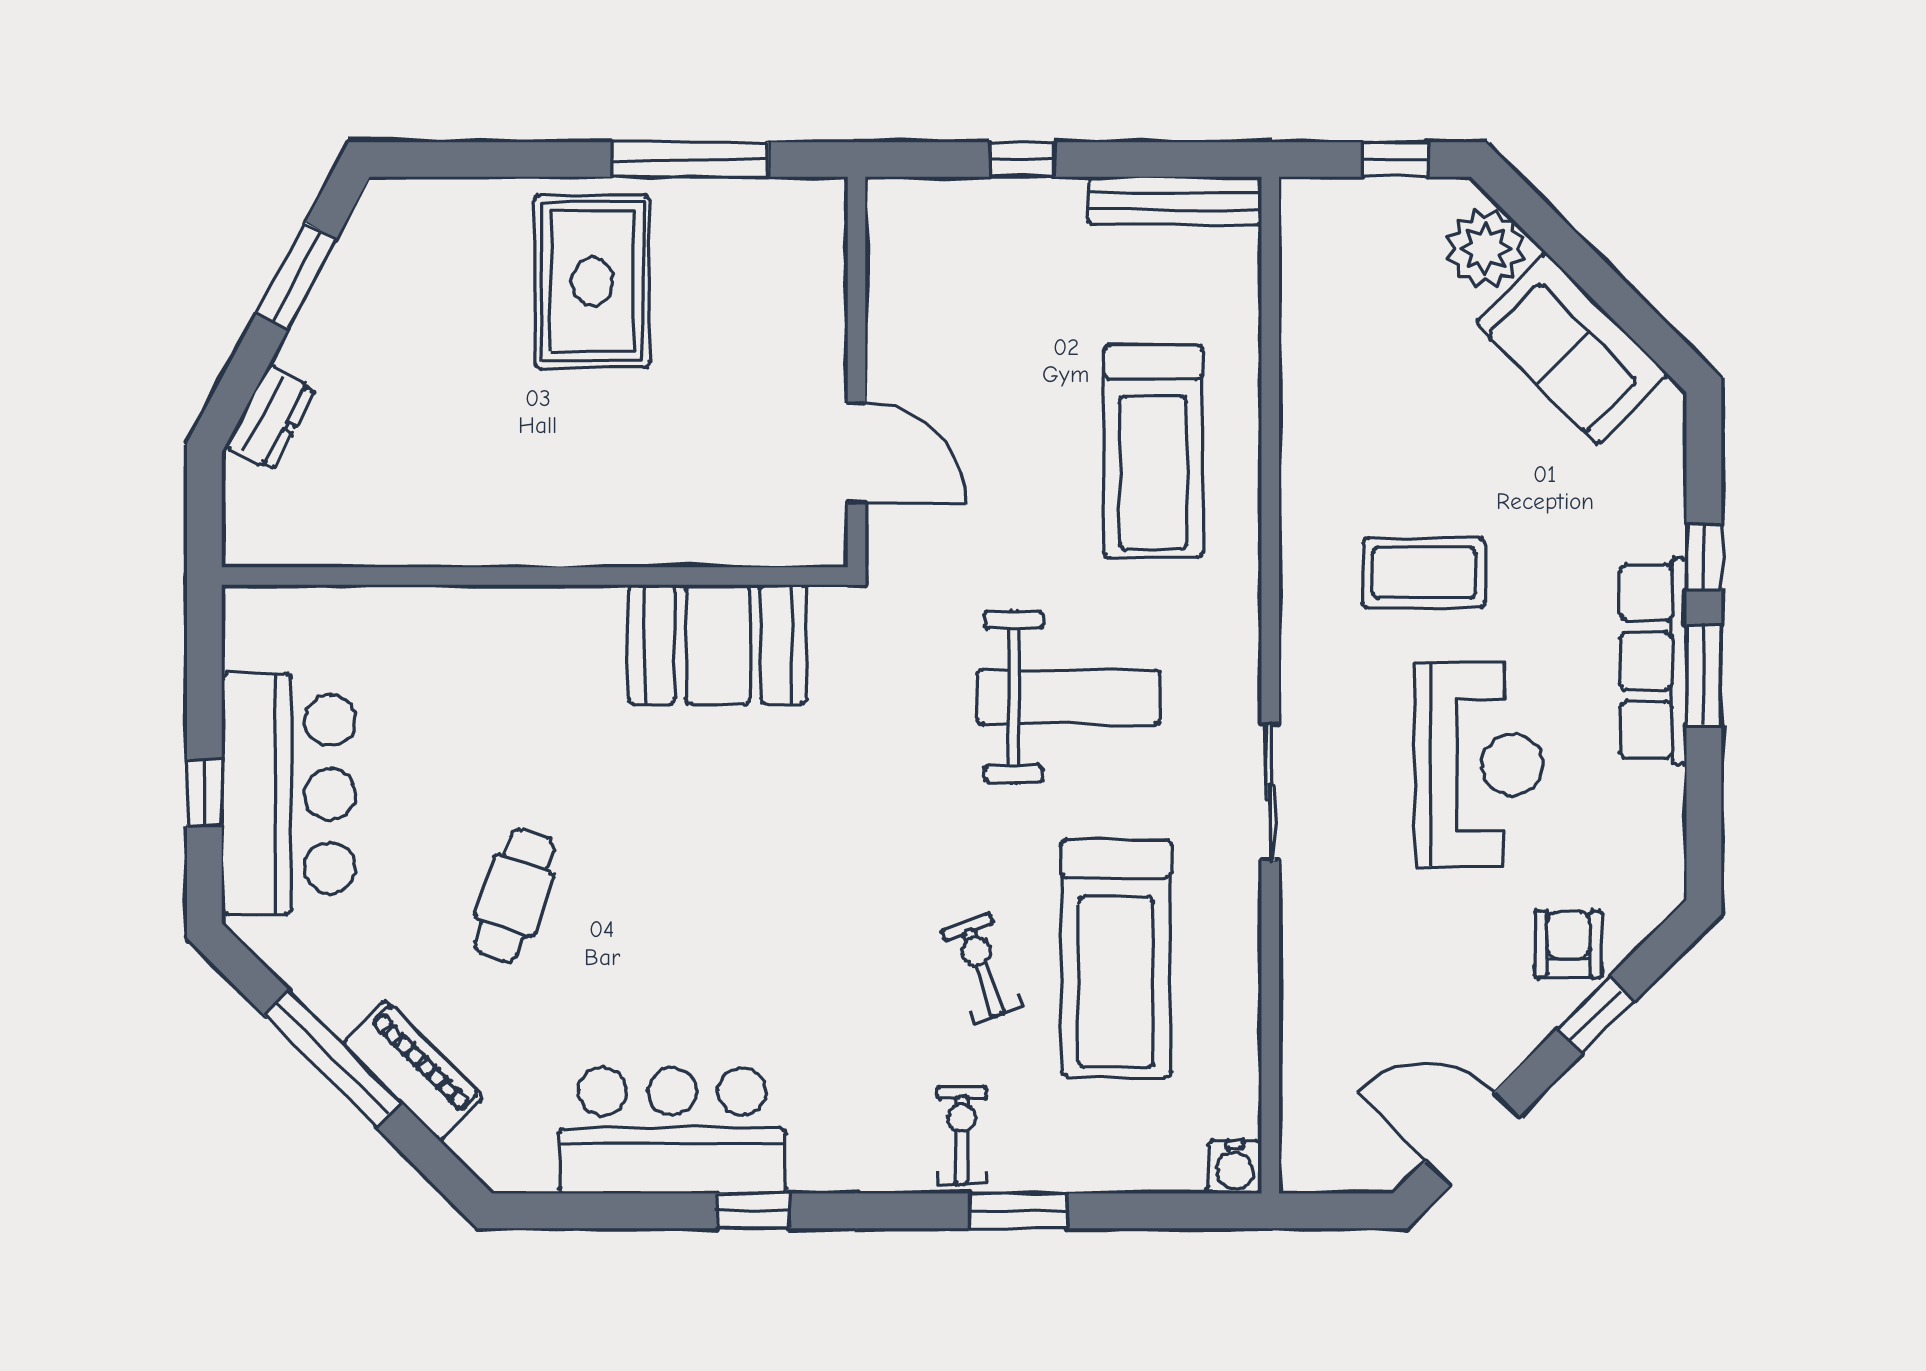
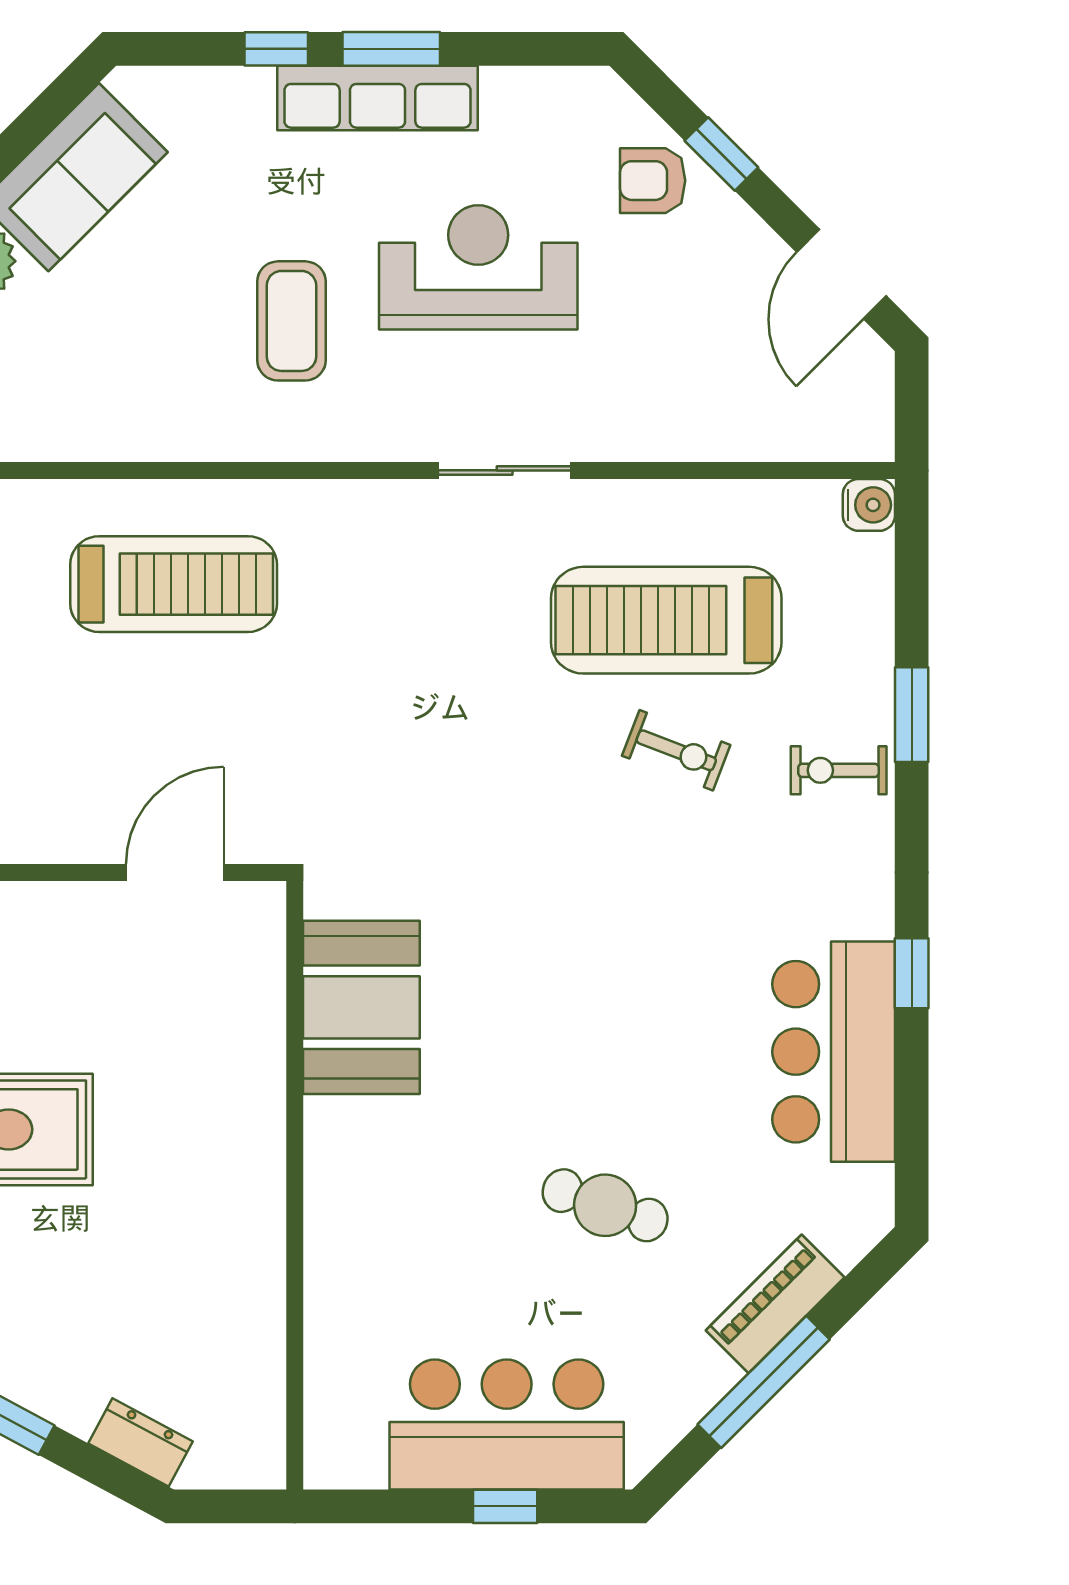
weight bench: (1069, 697) -> (412, 666), removed
treadmill: (1116, 958) -> (666, 620), turned 180
exercise bike: (982, 969) -> (676, 750), turned -139

